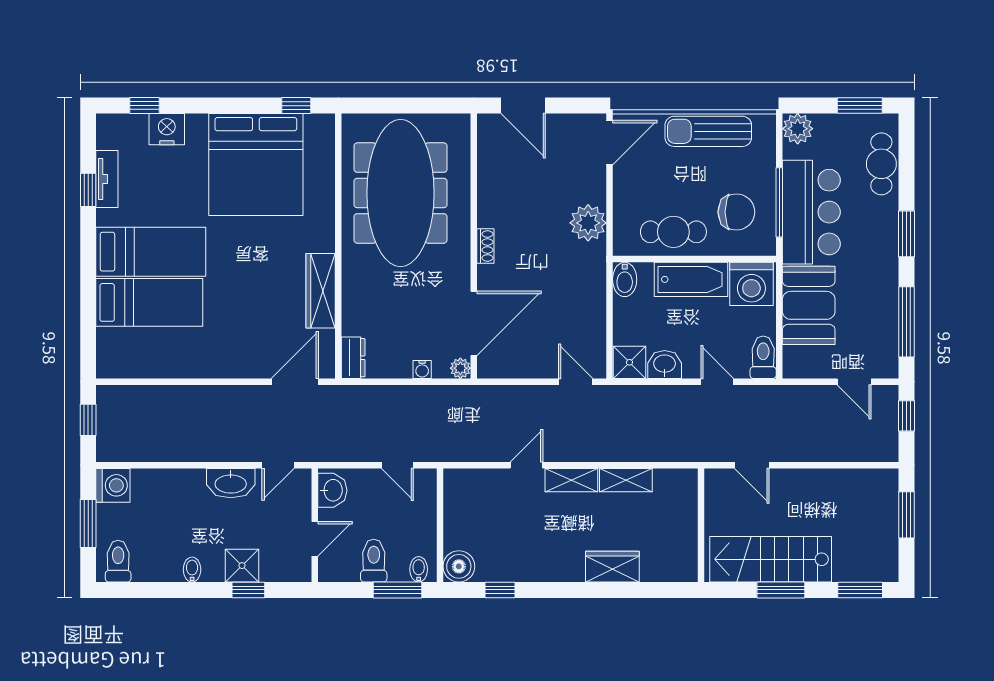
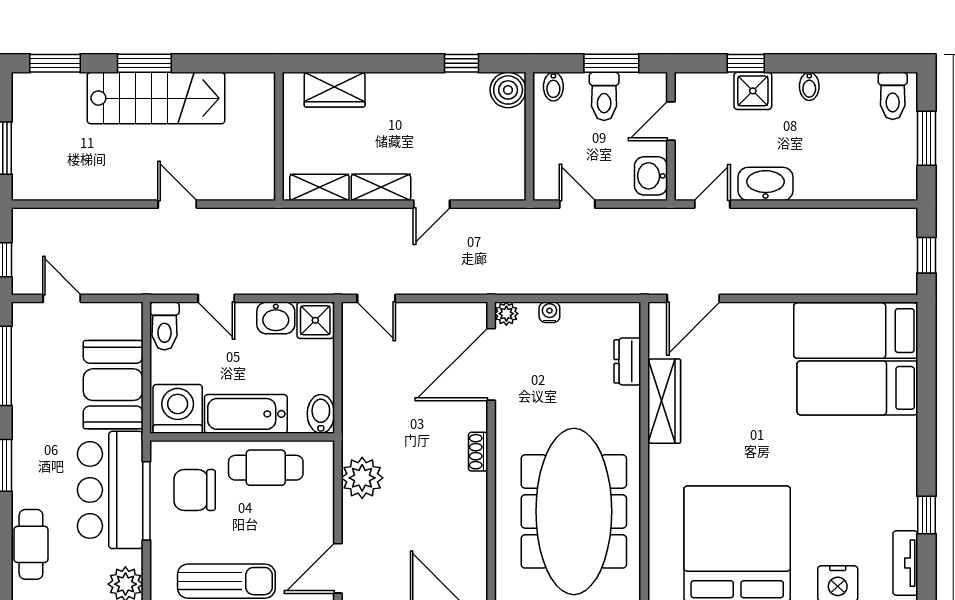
tv unit: (107, 179) -> (905, 563), moved
bed: (151, 252) -> (856, 331), moved
dresser: (353, 358) -> (627, 361), moved
washing machine: (113, 485) -> (899, 181), removed
wall: (701, 525) -> (279, 136), moved
window: (398, 590) -> (611, 63), moved

